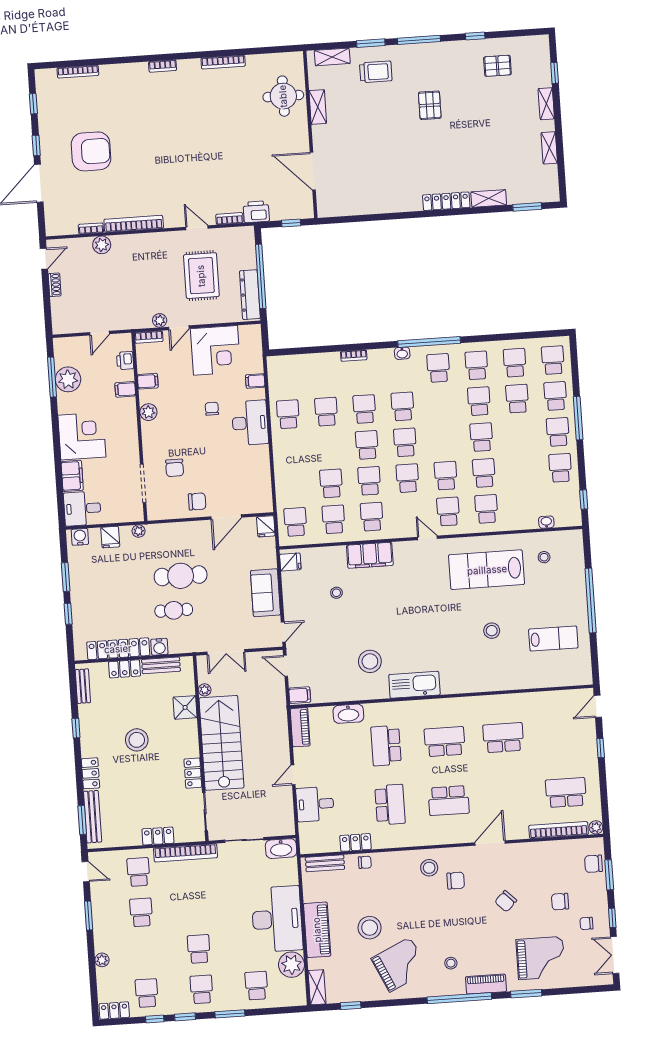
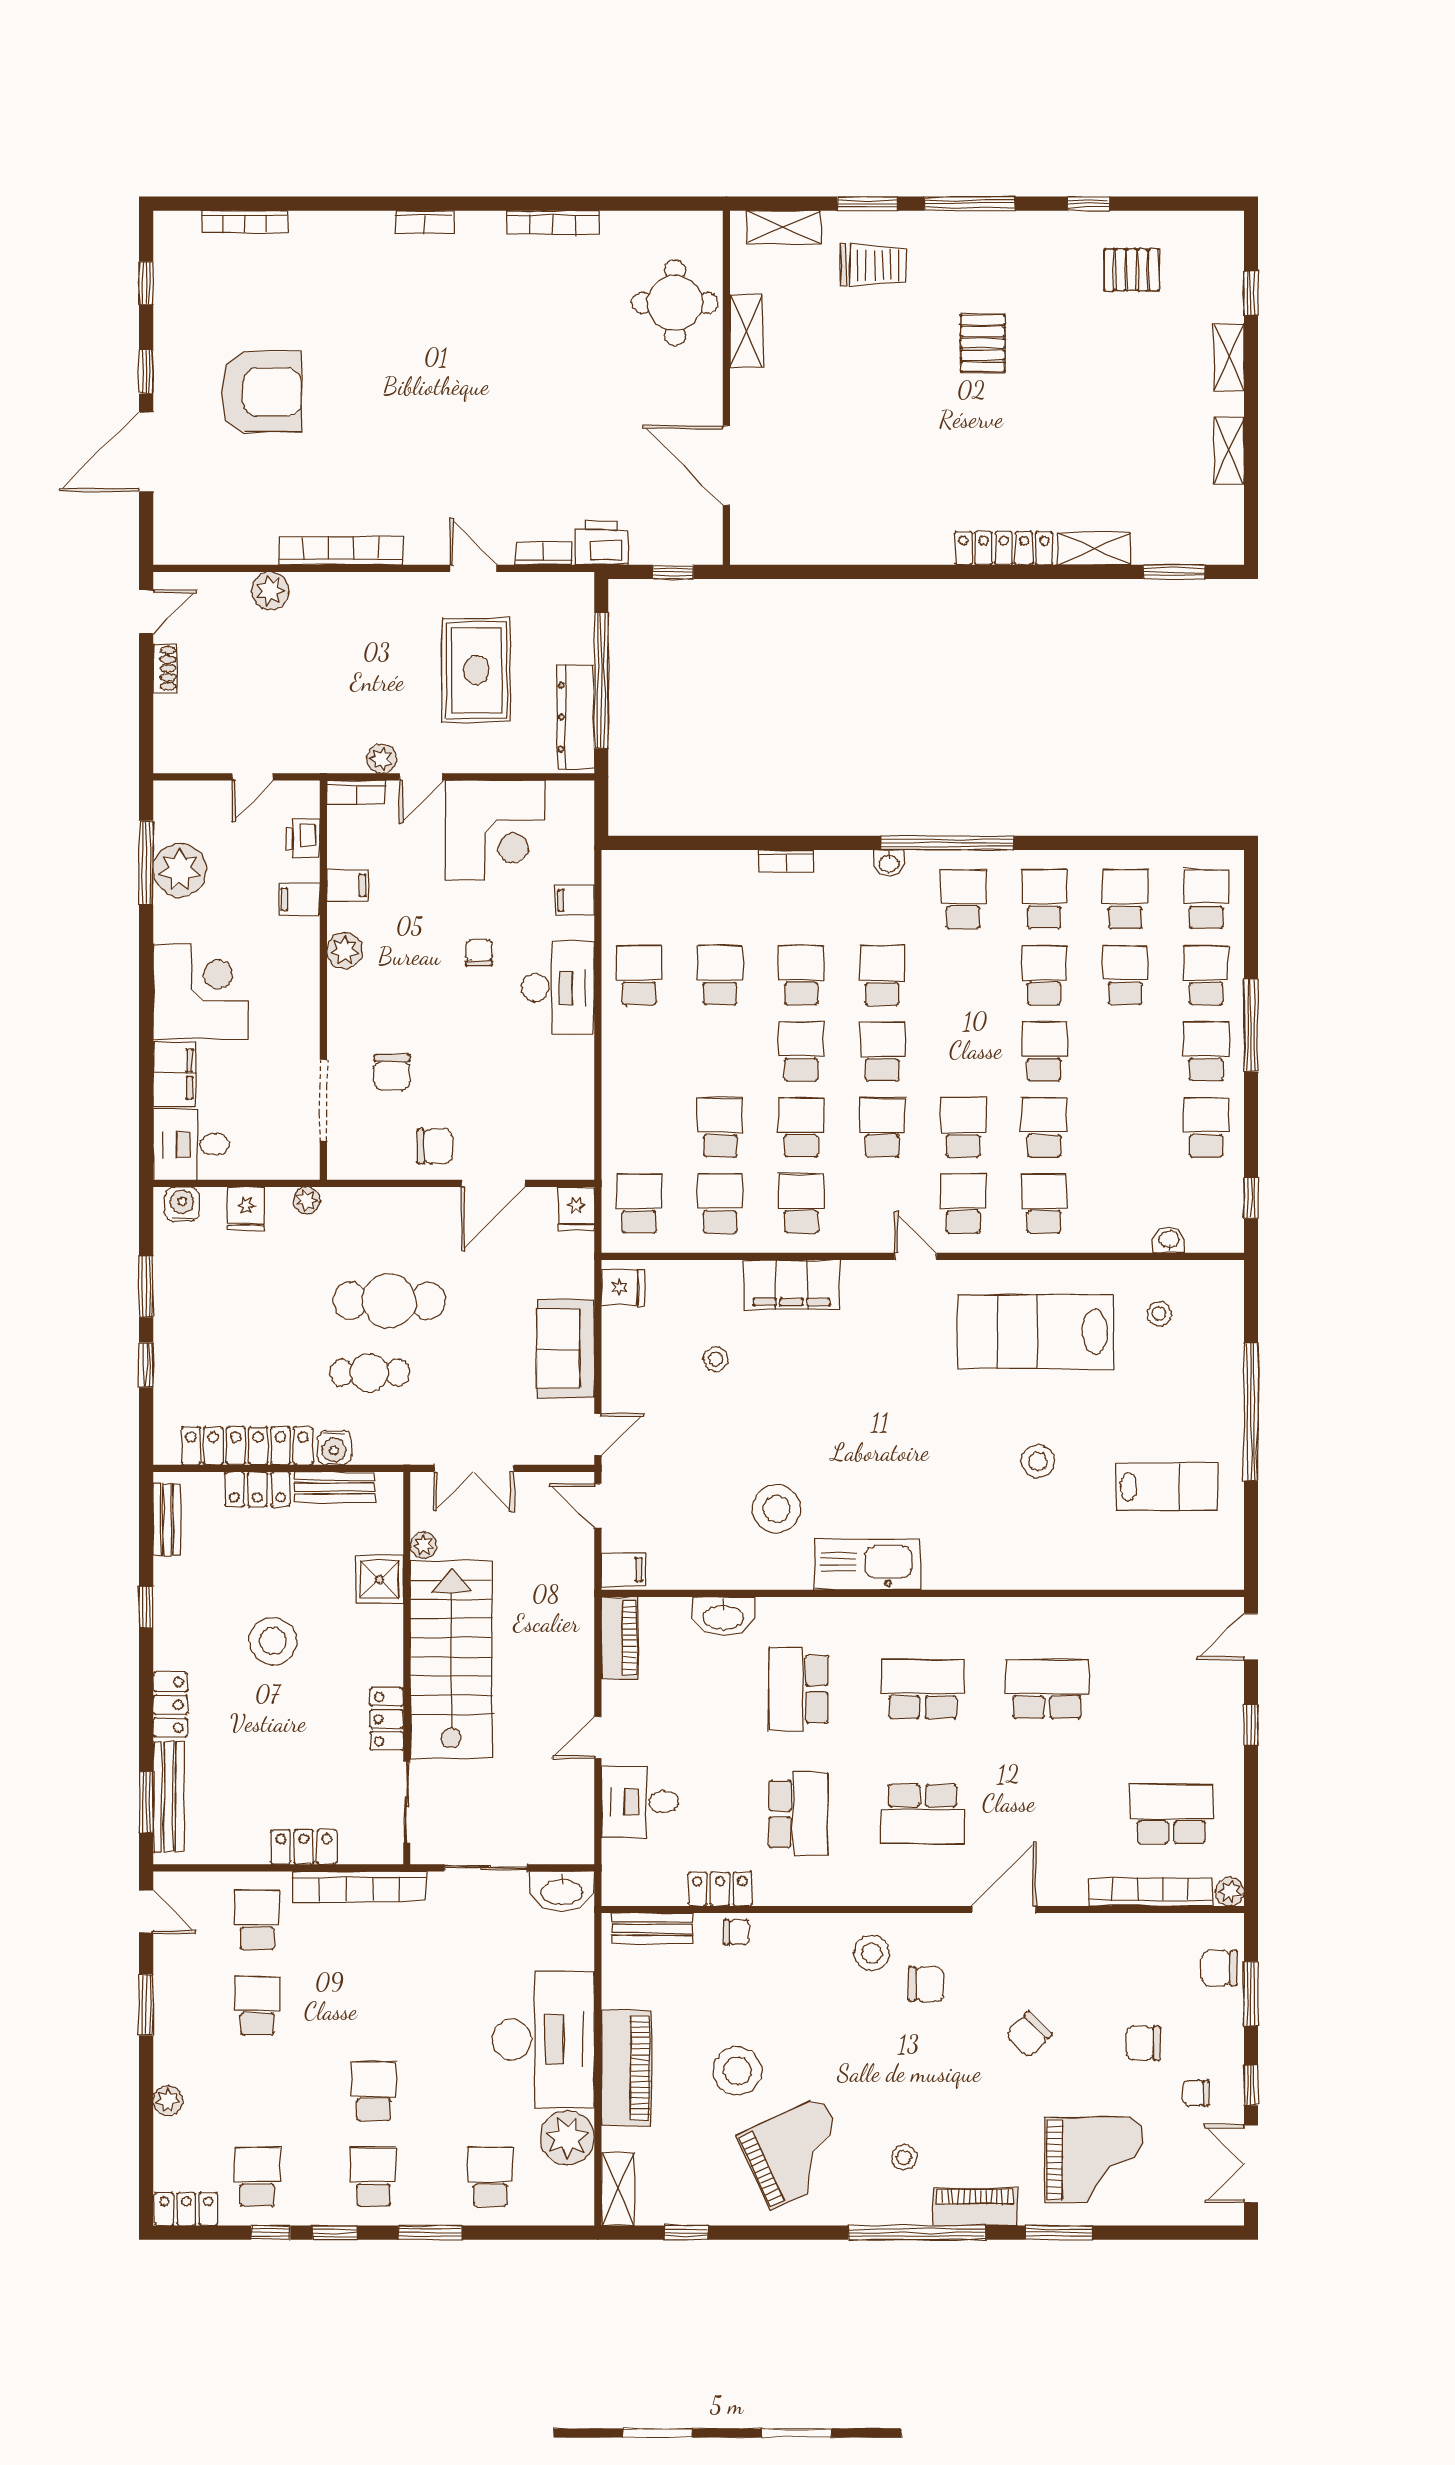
bookcase: (91, 228) -> (250, 555), removed

